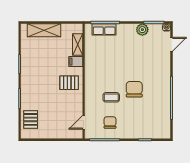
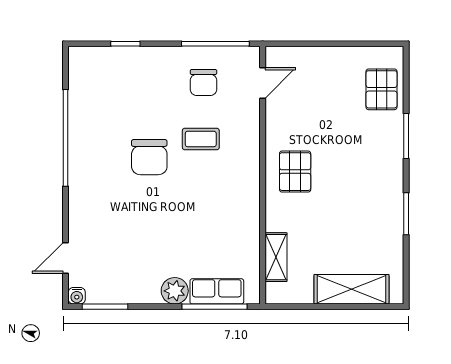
plant: (142, 30) -> (175, 291), moved
filing cabinet: (76, 62) -> (280, 219), removed
pallet: (69, 83) -> (295, 172), turned 90

